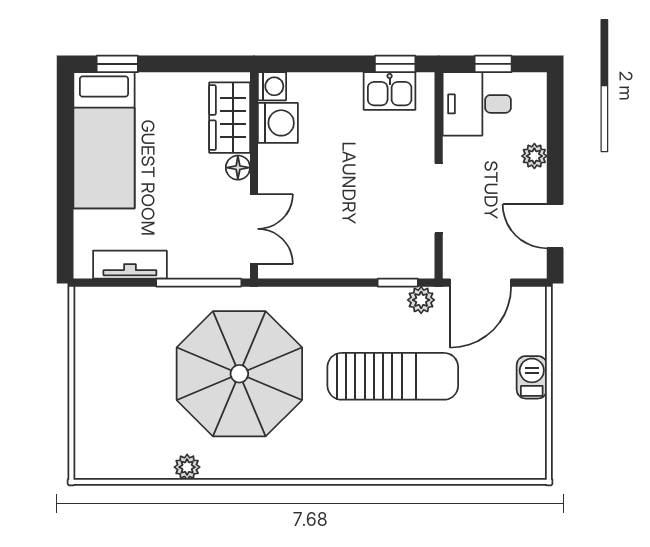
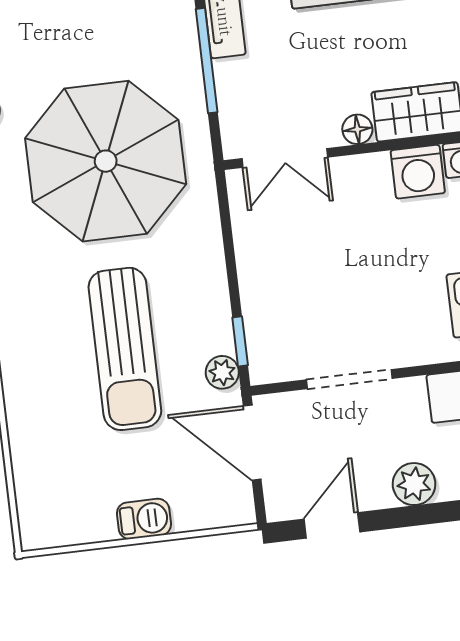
plant: (534, 156) -> (414, 484), width x1.38, depth x1.38
window: (199, 283) -> (207, 61), moved

